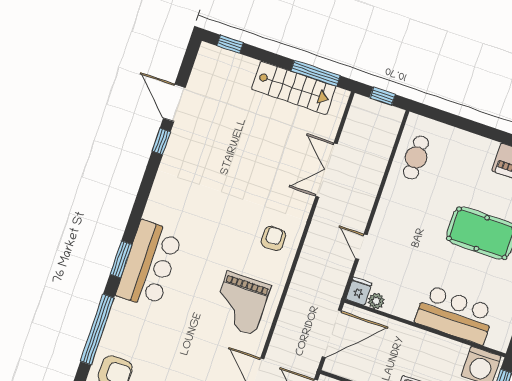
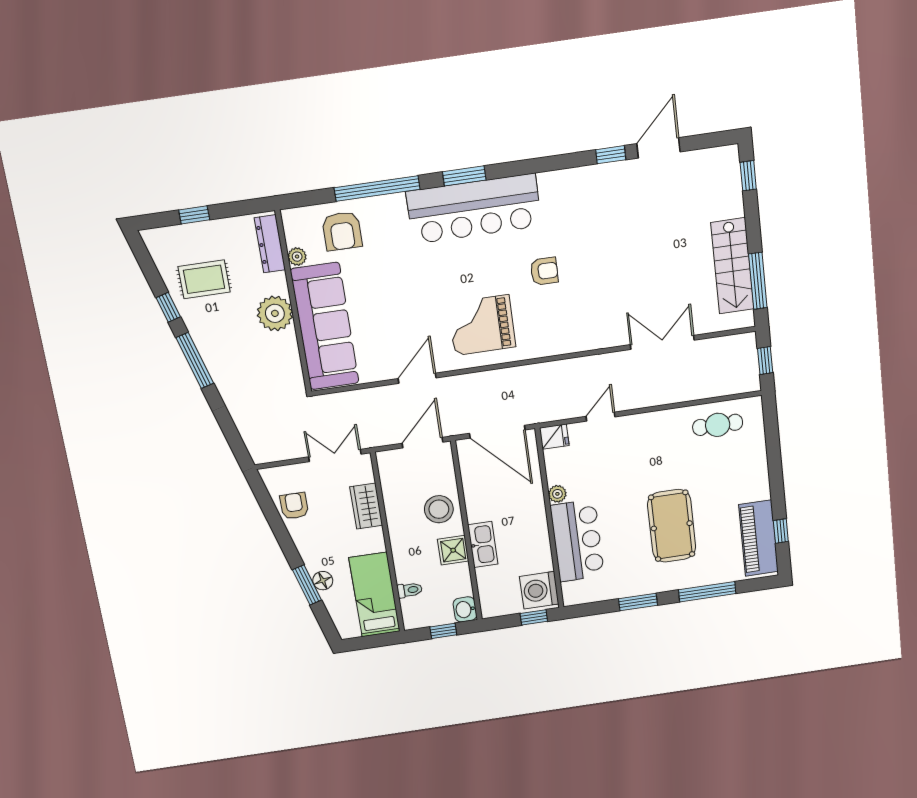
armchair: (273, 238) -> (544, 271), moved
bar counter: (149, 264) -> (474, 209), width x1.36
plant: (376, 301) -> (557, 494), moved

